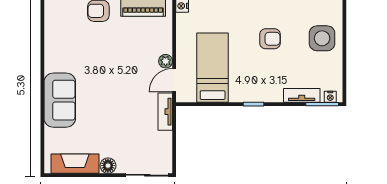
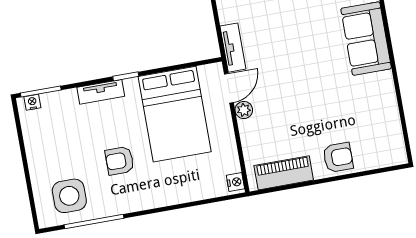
side table: (322, 38) -> (69, 196), moved
bed: (213, 68) -> (175, 114), width x1.50
tv unit: (302, 95) -> (101, 92), moved

